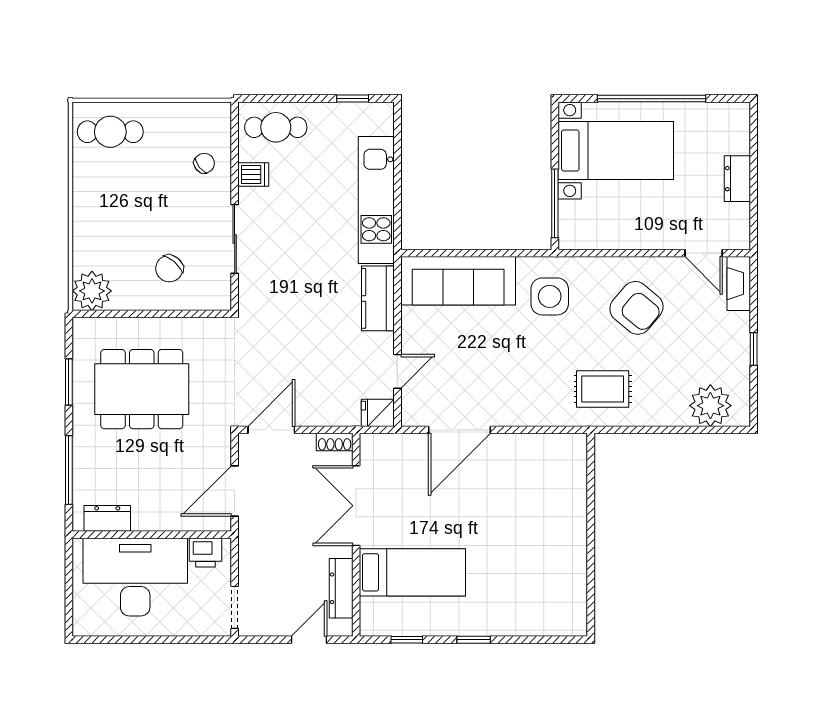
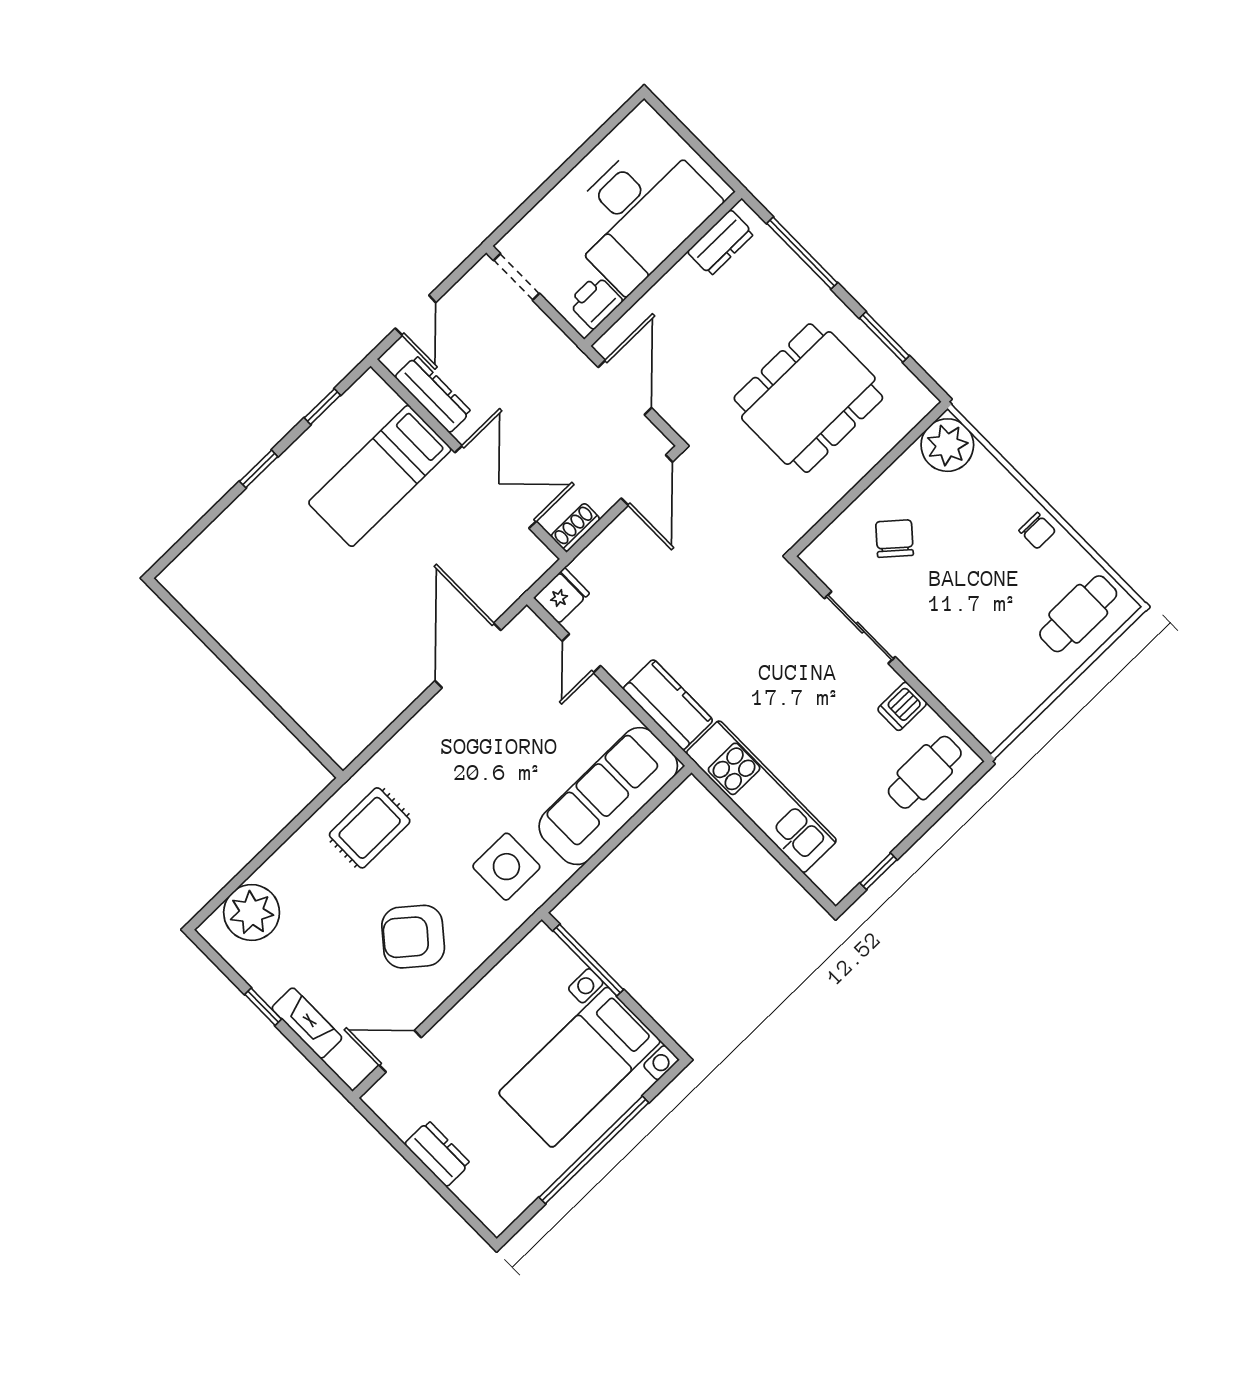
chair: (204, 163) -> (1037, 531), moved, turned -52
fireplace: (739, 284) -> (307, 1023), moved

